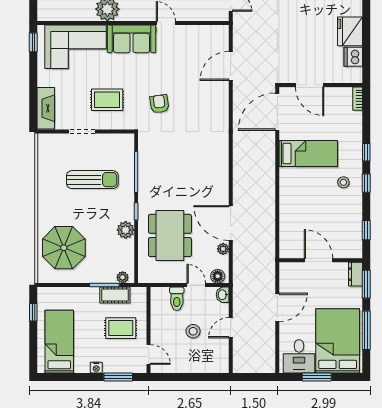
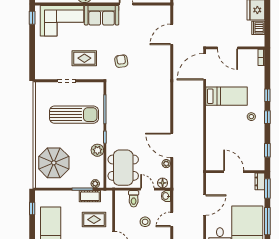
fireplace: (46, 108) -> (41, 64), removed
sun lounger: (92, 180) -> (74, 115), width x1.36, depth x1.34
dining table: (170, 235) -> (123, 168), moved

